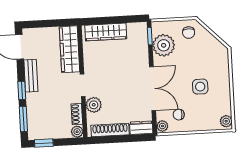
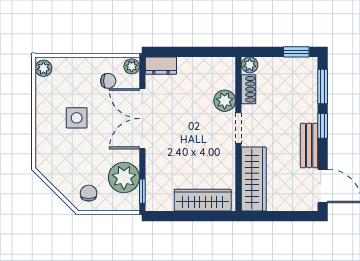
shoe rack: (110, 130) -> (204, 65), removed

